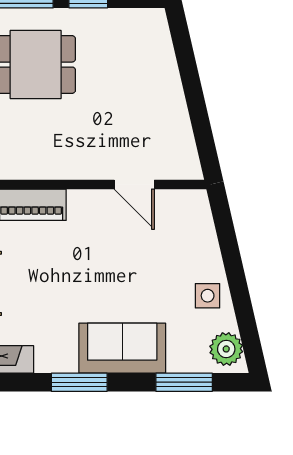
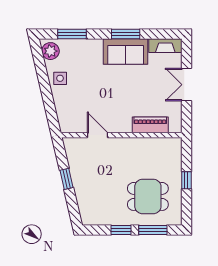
window: (195, 99) -> (66, 179), added
sofa: (122, 348) -> (126, 51), moved

